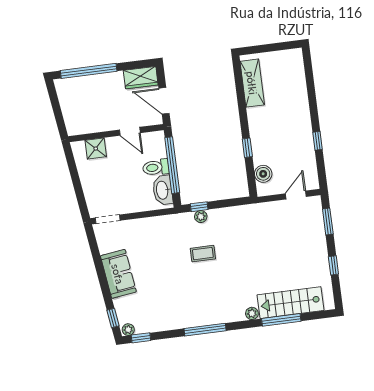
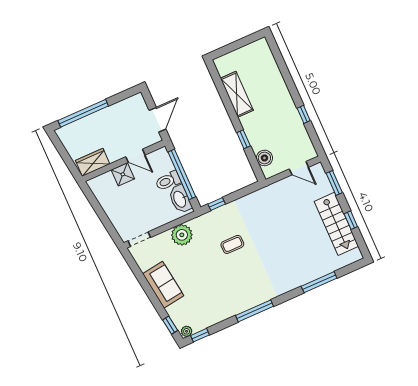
wardrobe: (141, 78) -> (93, 162), moved, turned 180
shelving: (252, 83) -> (237, 94), moved
door: (164, 101) -> (158, 120), swing flipped
shower: (96, 149) -> (123, 174), moved
door: (296, 195) -> (299, 168), swing flipped
plant: (201, 217) -> (182, 235), moved, width x1.88, depth x1.88
stairs: (291, 303) -> (336, 224), moved, turned -90
plant: (252, 313) -> (292, 284), removed

